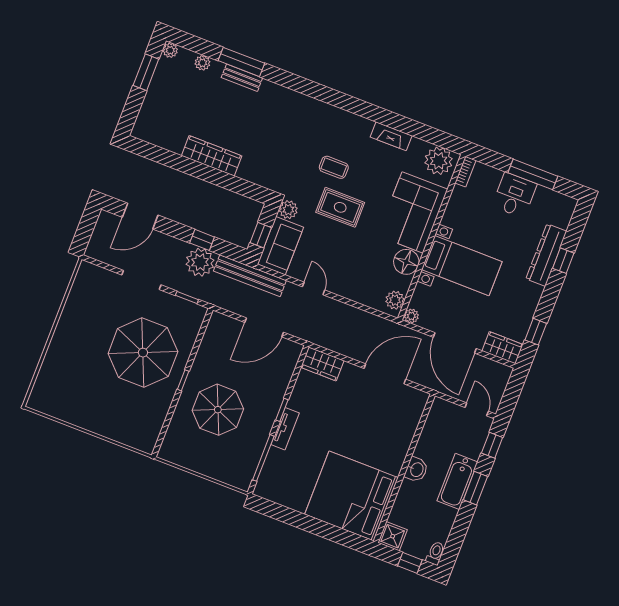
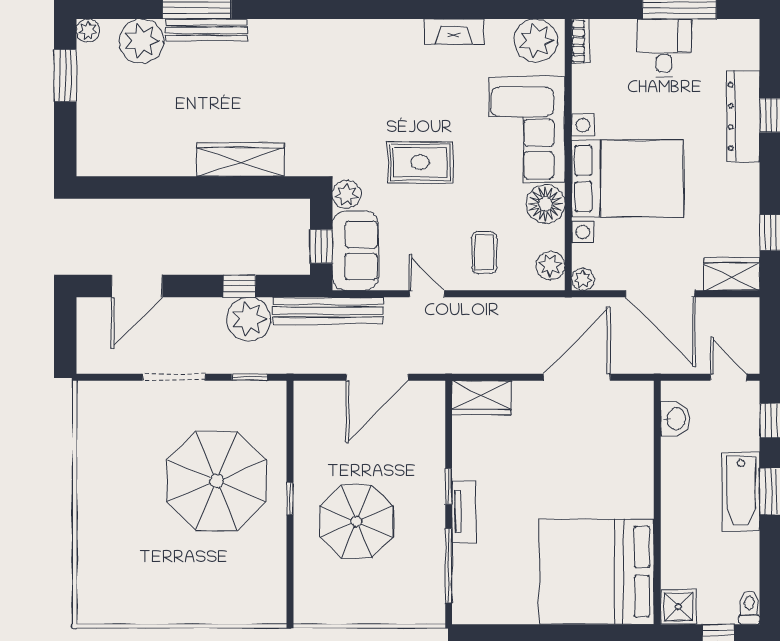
plant: (202, 63) -> (141, 41), width x1.88, depth x1.88
bench: (242, 78) -> (207, 30), width x1.36
wardrobe: (212, 156) -> (240, 159), moved
coffee table: (334, 167) -> (484, 253), moved, turned 90
bed with nightstands: (462, 266) -> (628, 179), width x1.36
washbasin: (416, 469) -> (675, 419), moved

